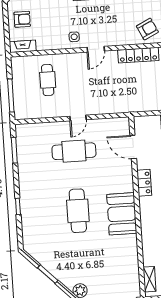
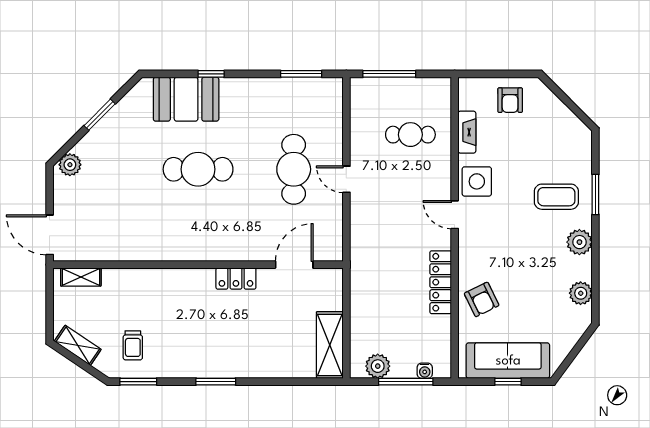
side table: (74, 37) -> (477, 181), width x1.87, depth x1.87
fireplace: (23, 46) -> (467, 132), moved
booth: (122, 214) -> (186, 99), moved

